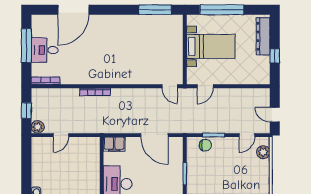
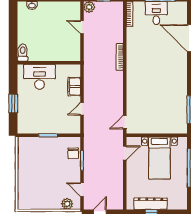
dresser: (263, 36) -> (151, 204), moved
door: (205, 86) -> (125, 153), swing flipped
door: (154, 135) -> (82, 109), width x0.53
filing cabinet: (114, 144) -> (74, 87), moved

